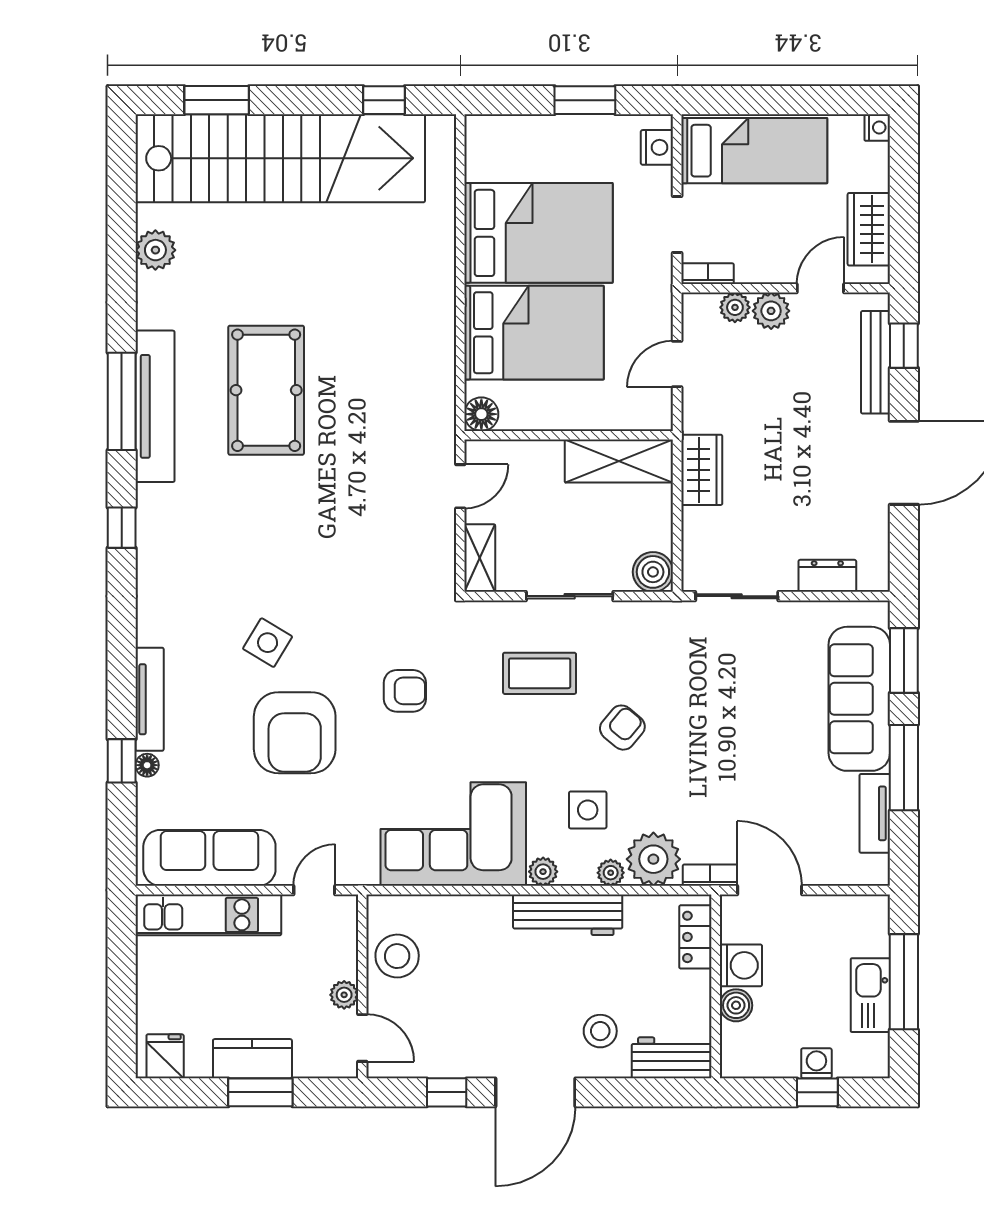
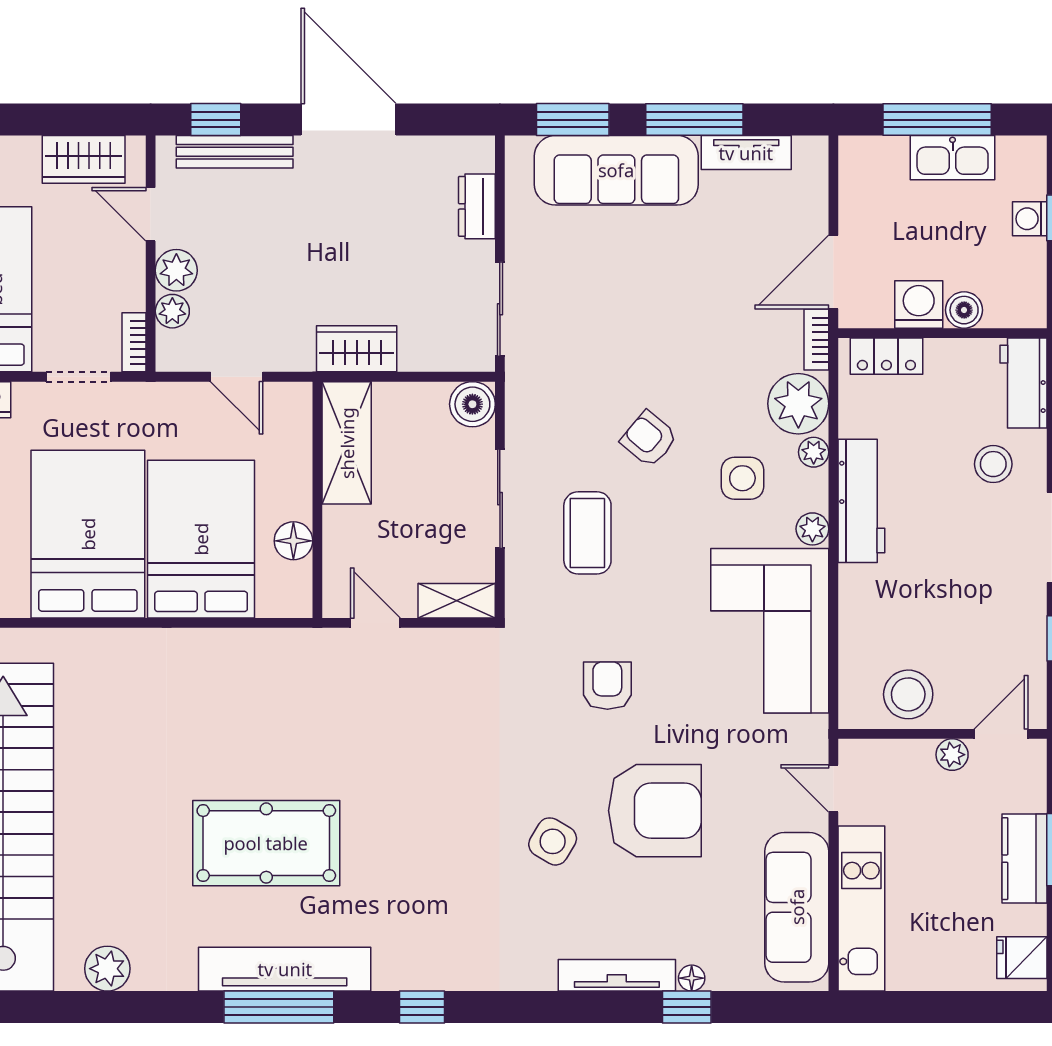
floor lamp: (481, 414) -> (293, 541), moved

